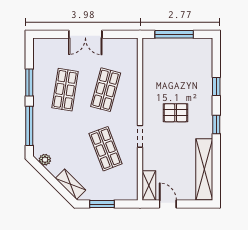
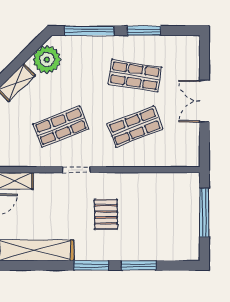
window: (216, 87) -> (139, 265), width x1.50
shop shelf: (106, 90) -> (135, 127), turned -36
window: (216, 124) -> (91, 265), width x1.50
plant: (45, 160) -> (47, 60), width x1.88, depth x1.88

